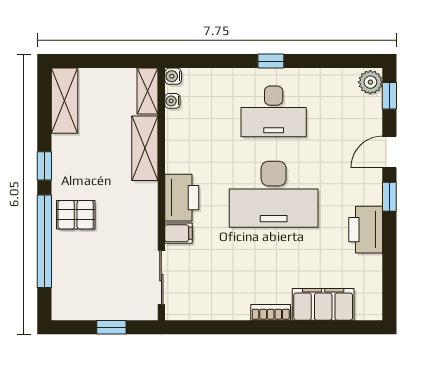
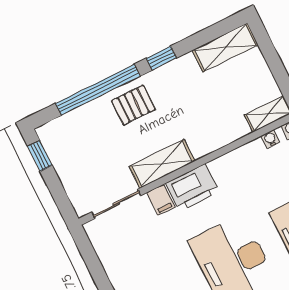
shelving: (145, 148) -> (162, 164), moved
pallet: (76, 215) -> (133, 105), turned 90
window: (111, 327) -> (40, 156), moved

